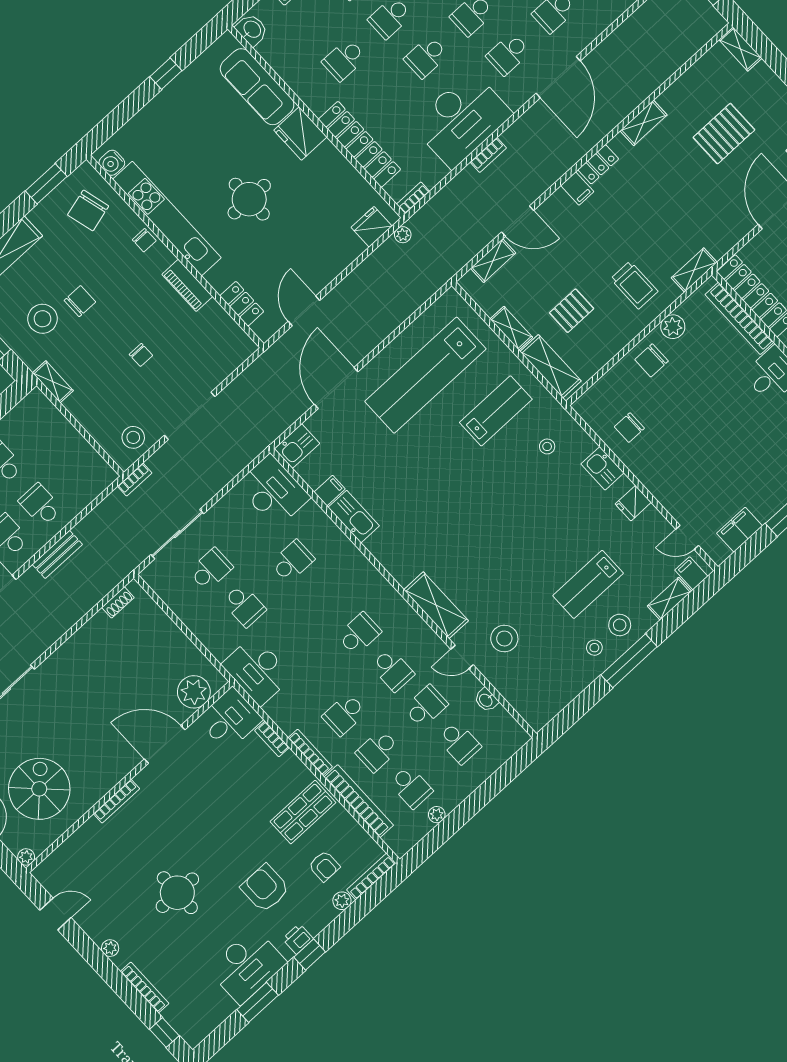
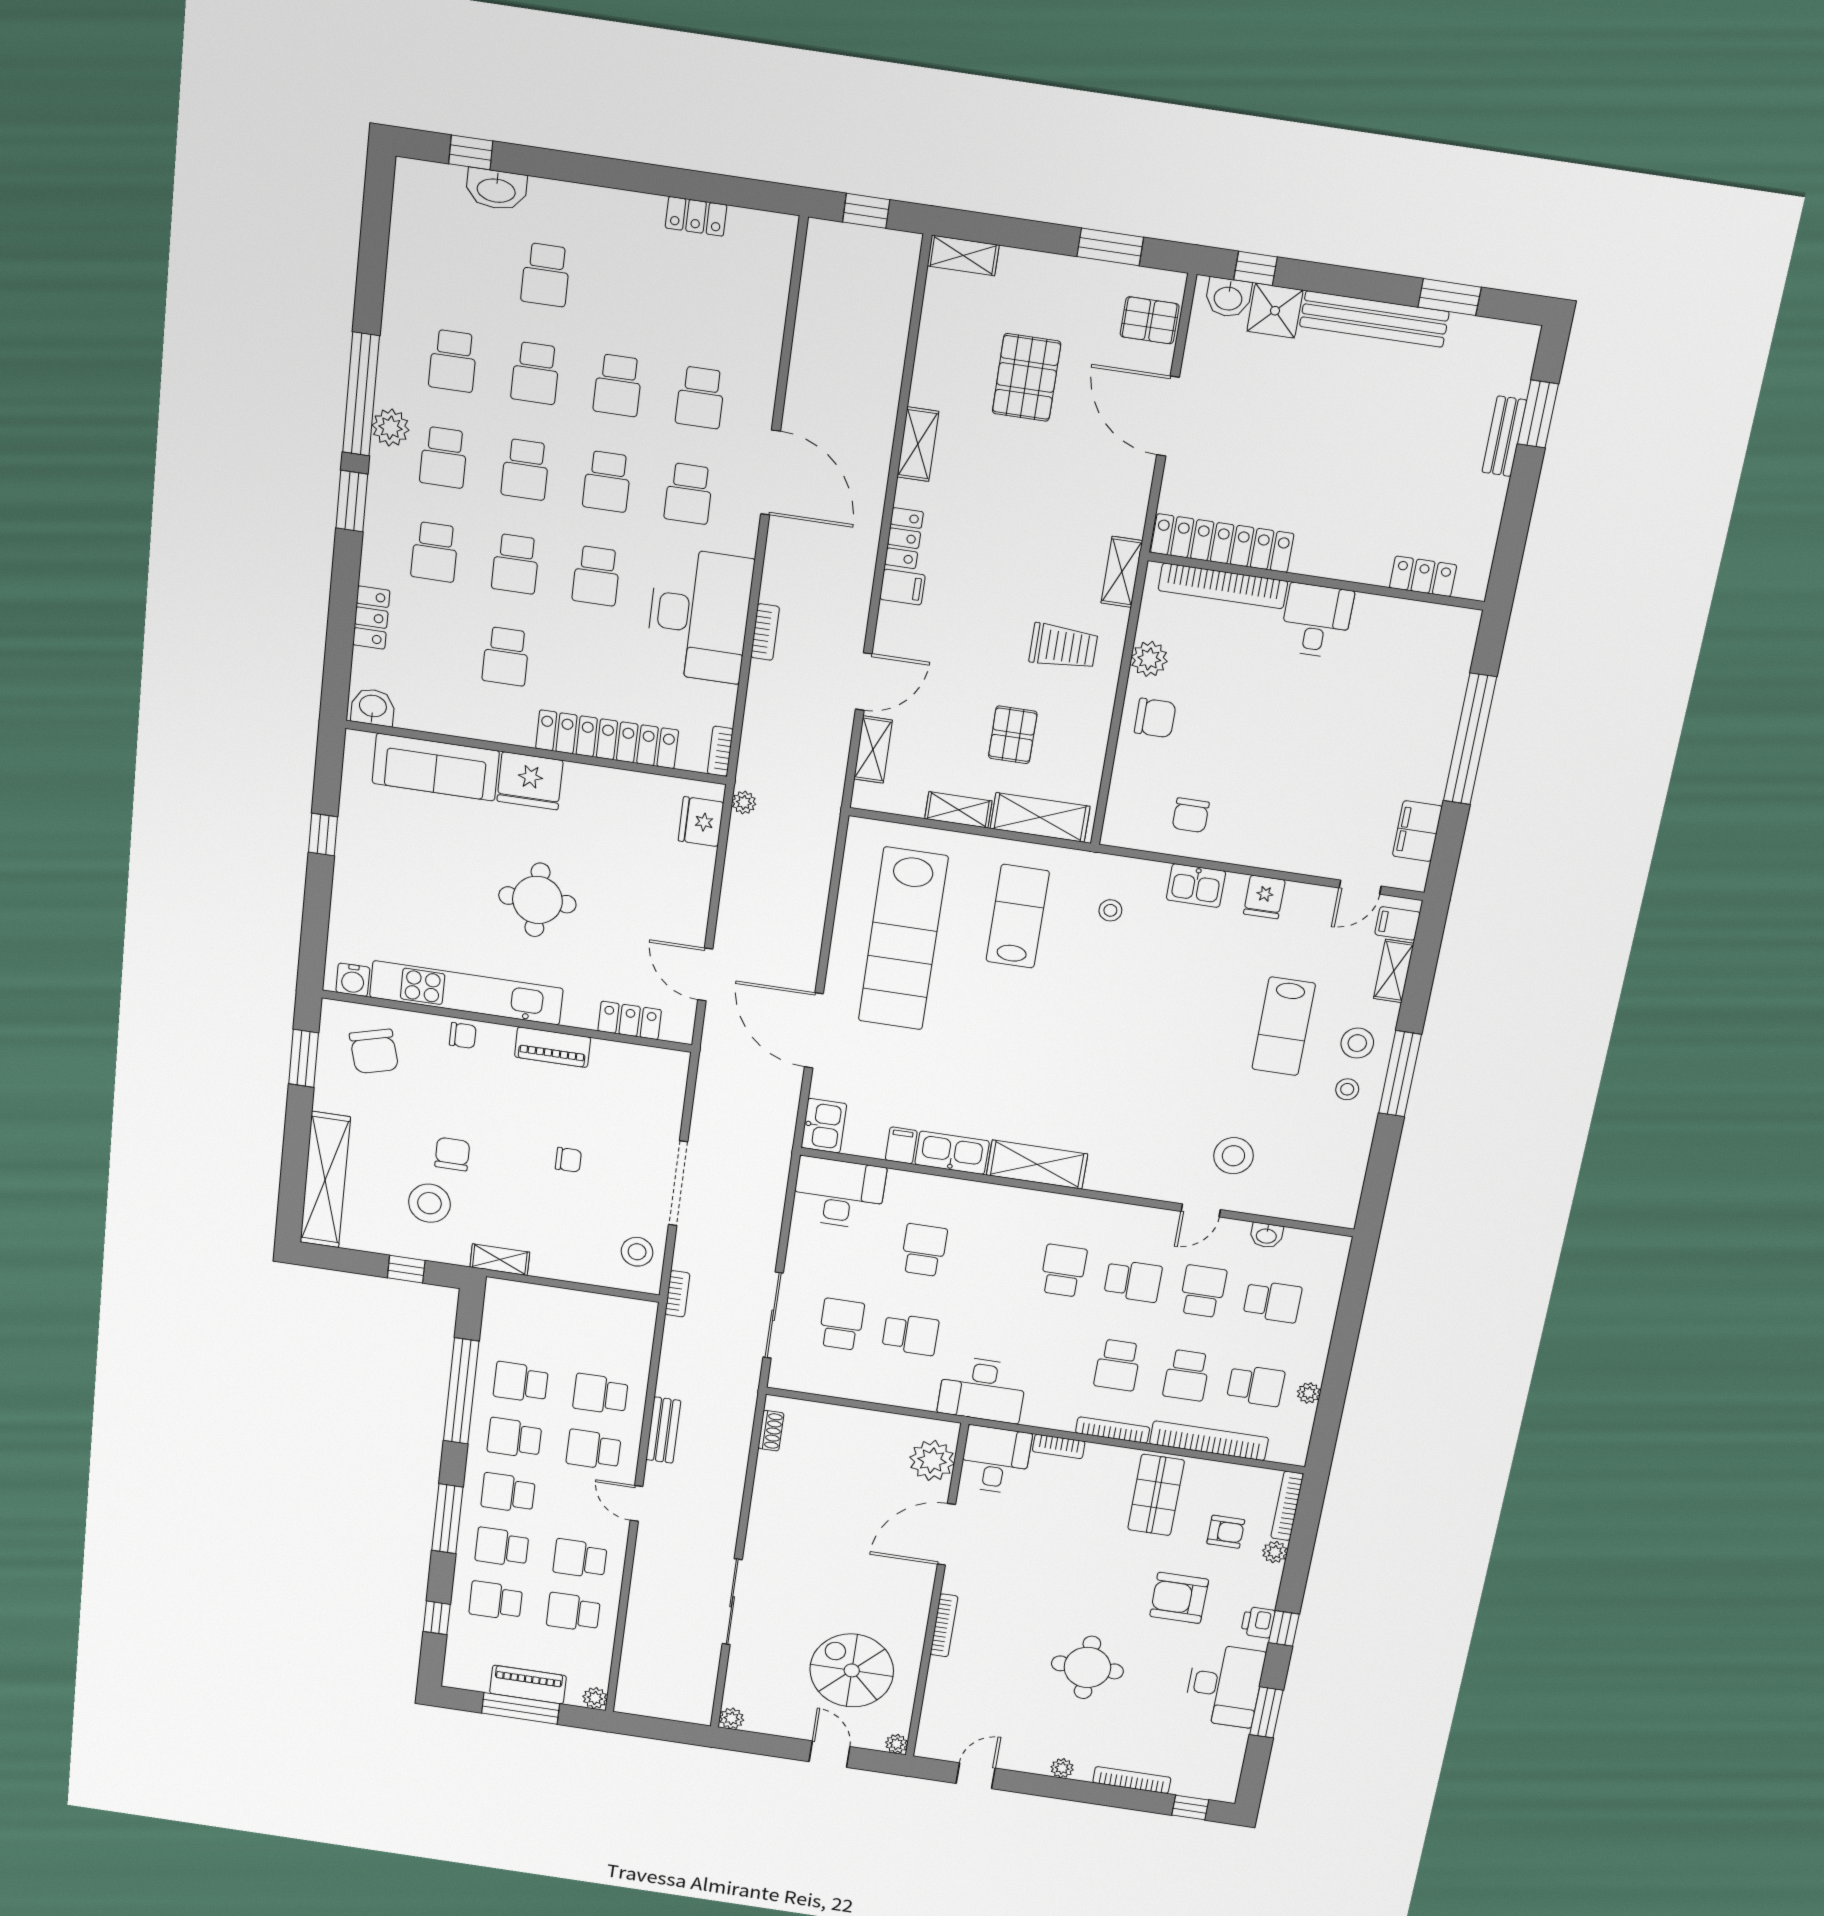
chair: (652, 360) -> (1155, 718), turned -90
shelving: (436, 605) -> (1037, 1165), moved

